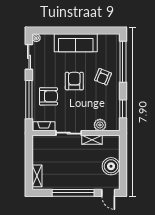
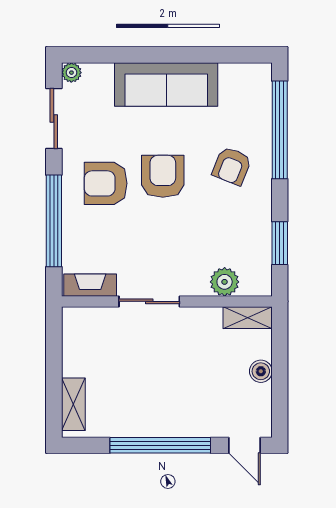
armchair: (48, 96) -> (106, 183), moved, turned 180
shelving: (92, 140) -> (248, 318), moved
boiler: (111, 166) -> (261, 371), width x0.54, depth x0.54

